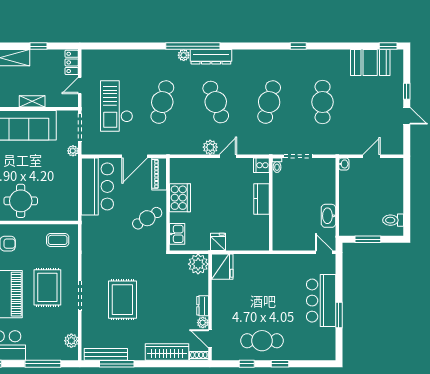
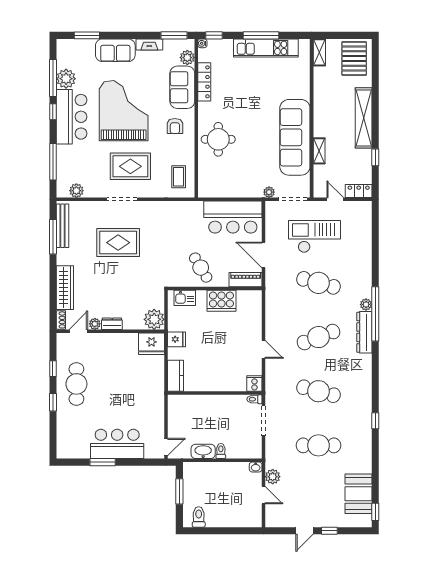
plant: (210, 147) -> (273, 477), moved
toilet: (328, 198) -> (221, 451), added
kitchen counter: (262, 199) -> (175, 376), moved, turned 90

